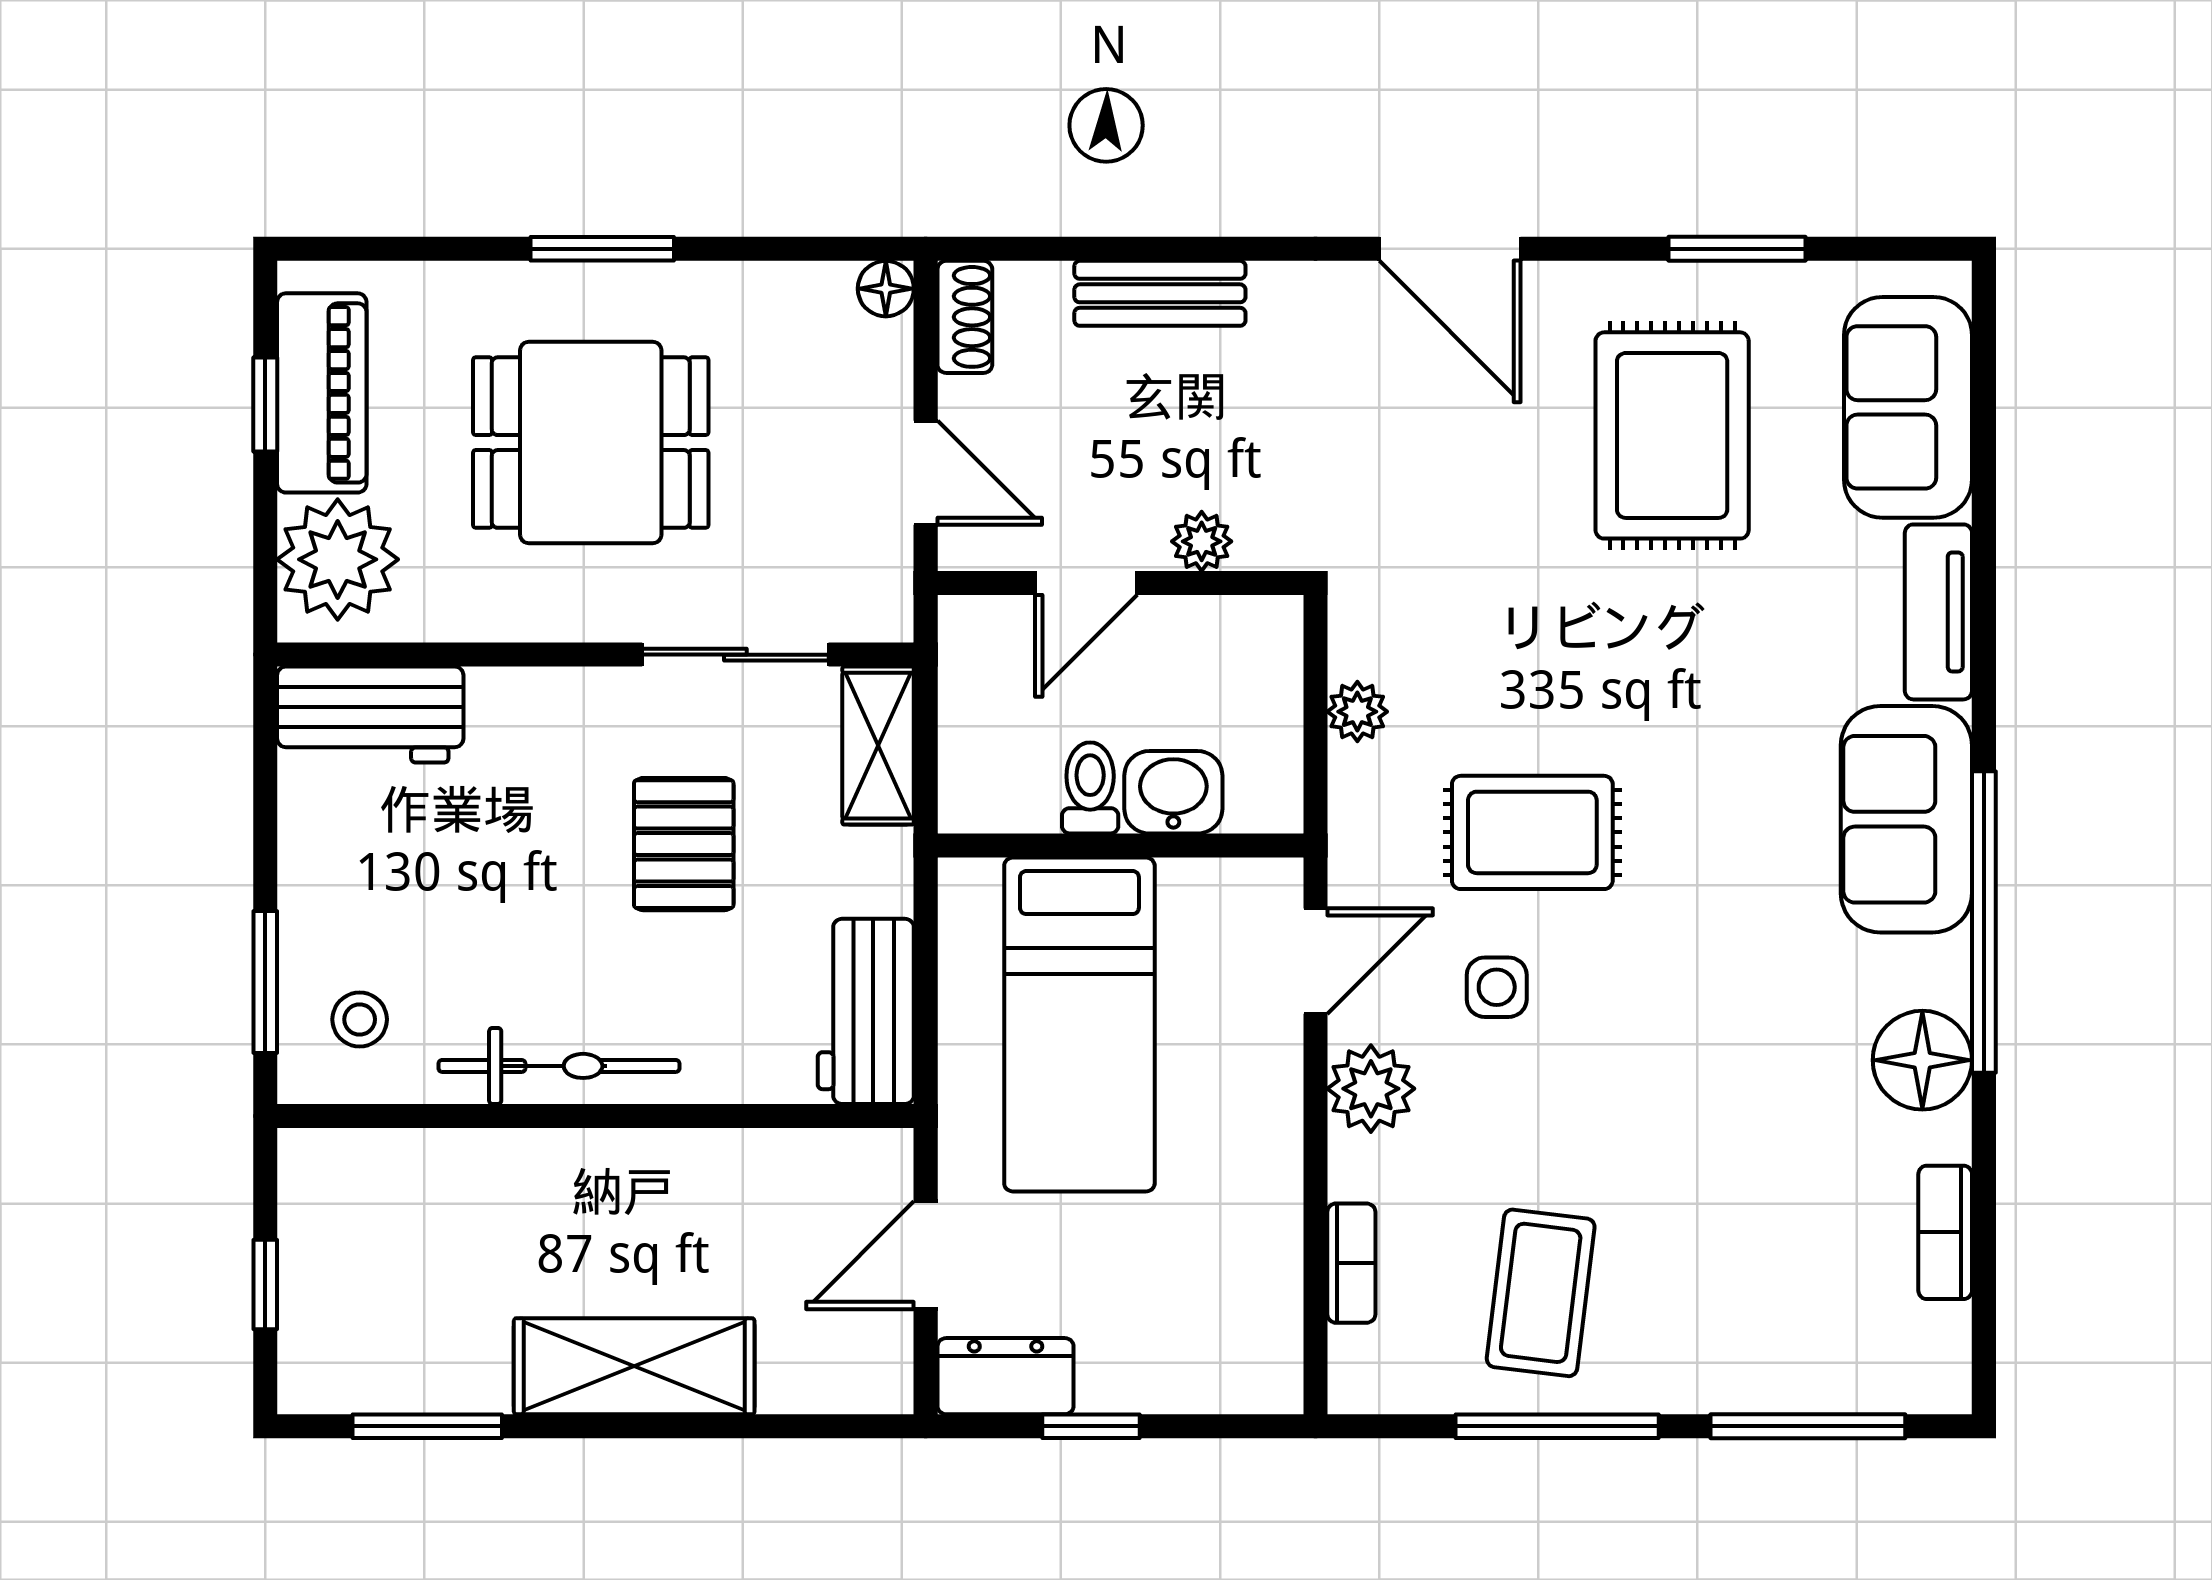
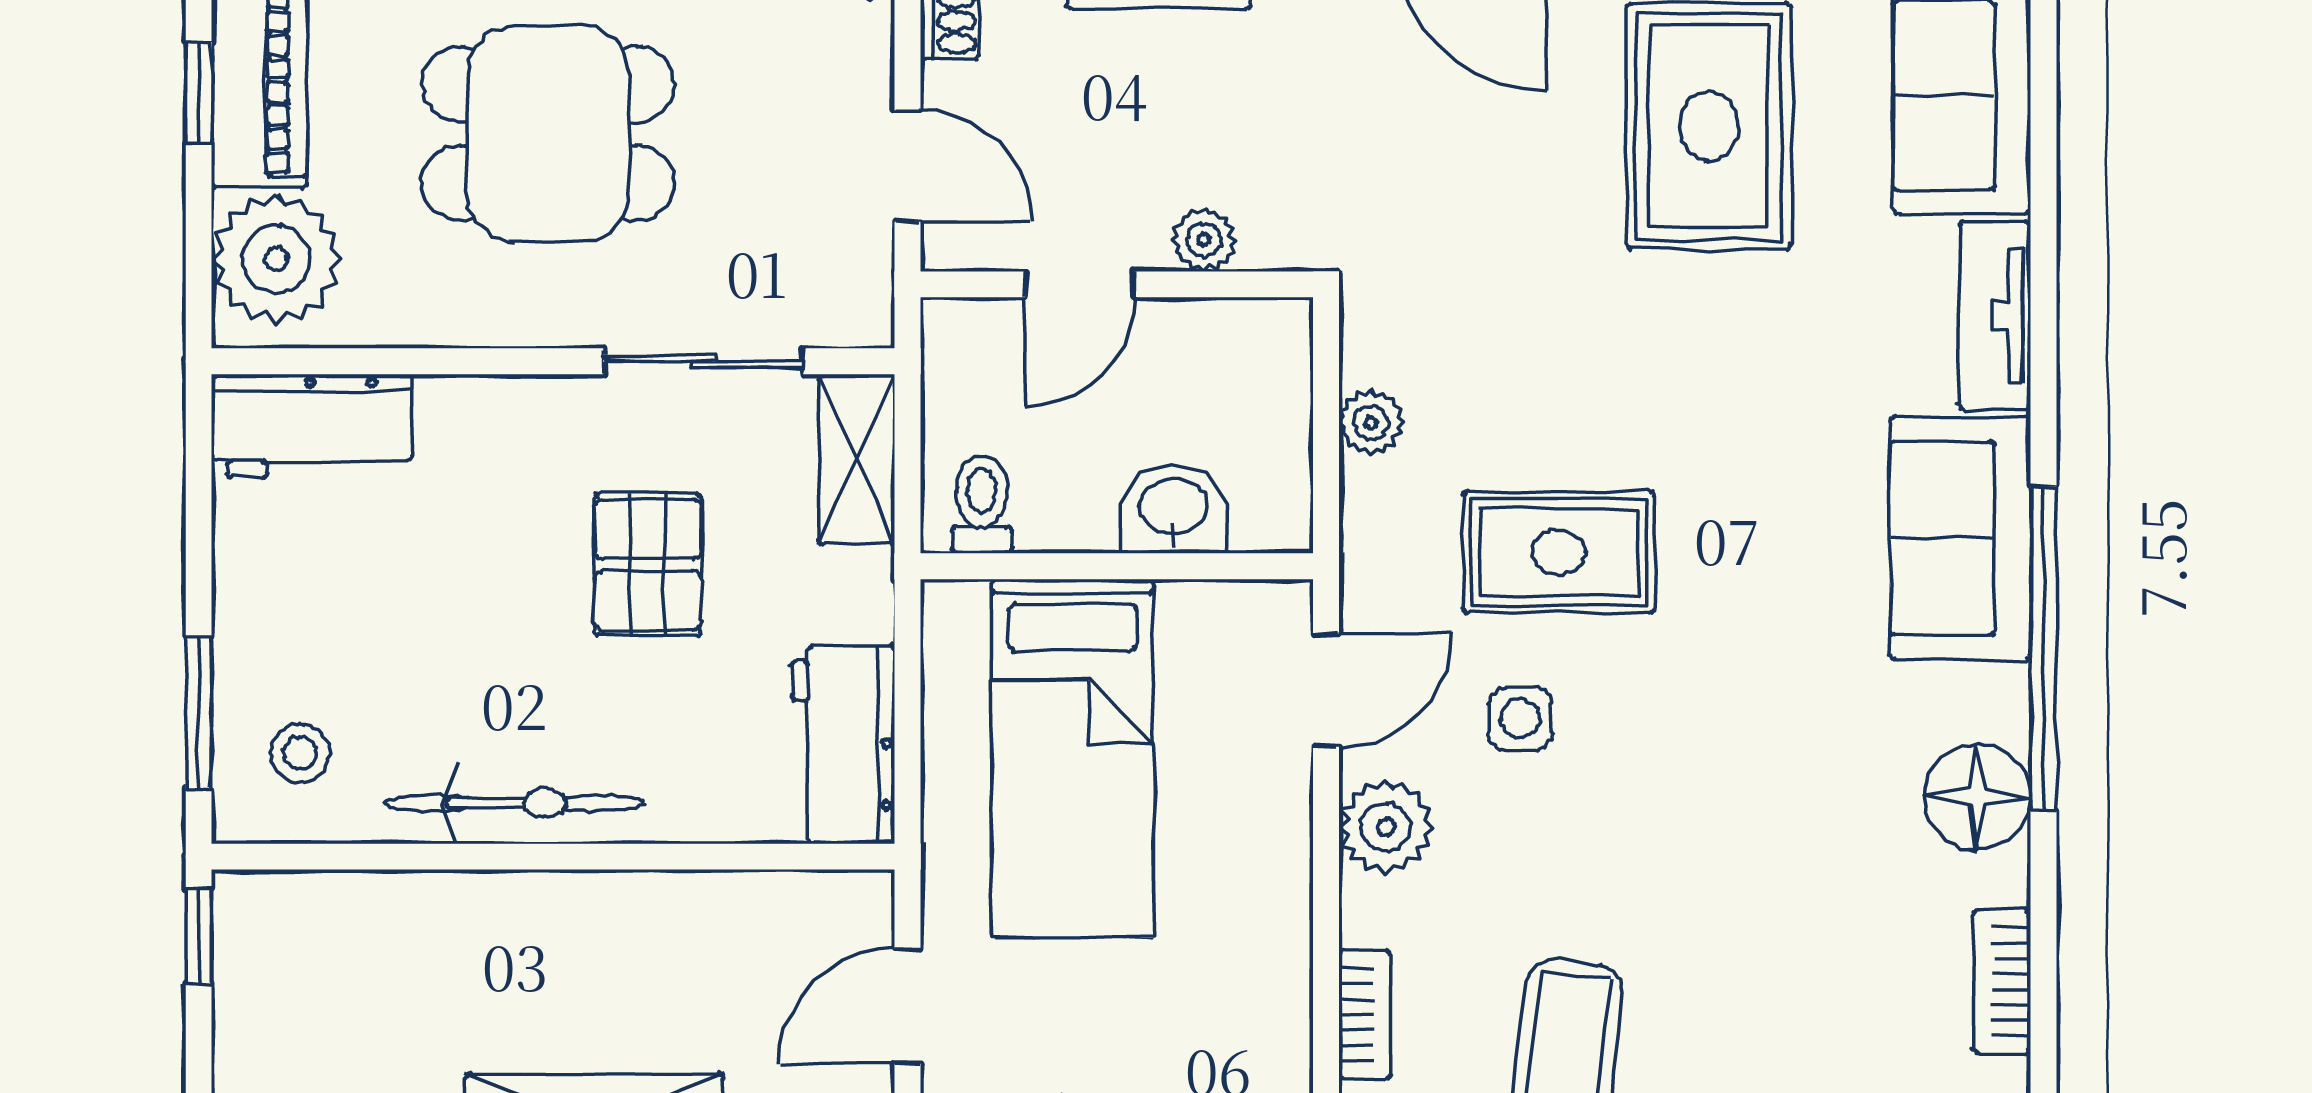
toilet: (1090, 788) -> (982, 504), moved
window: (265, 1285) -> (199, 936), moved

